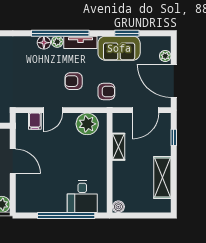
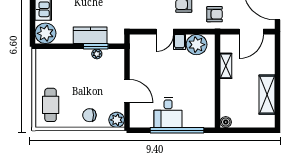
filing cabinet: (35, 121) -> (179, 42), moved
window: (174, 137) -> (277, 57), removed
door: (13, 161) -> (127, 91), moved
desk: (82, 197) -> (168, 112), moved

